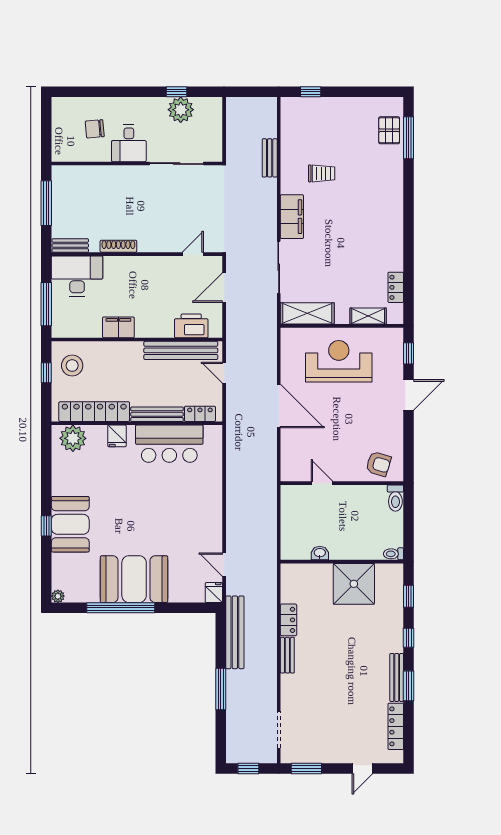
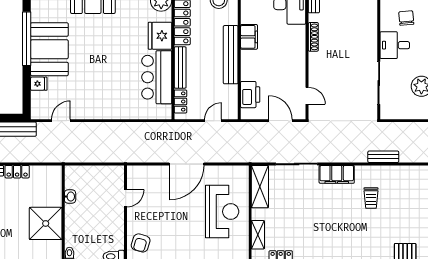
bench: (181, 350) -> (231, 55), moved
fridge: (117, 436) -> (160, 36), width x1.88, depth x1.34
fridge: (214, 593) -> (39, 84), moved

